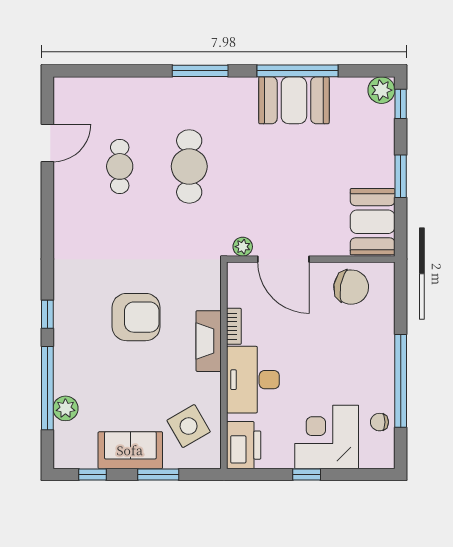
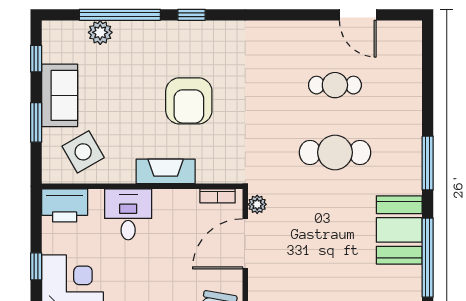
booth: (294, 100) -> (399, 230), moved
bookcase: (234, 326) -> (218, 196), moved
desk: (253, 380) -> (128, 214), width x0.73

